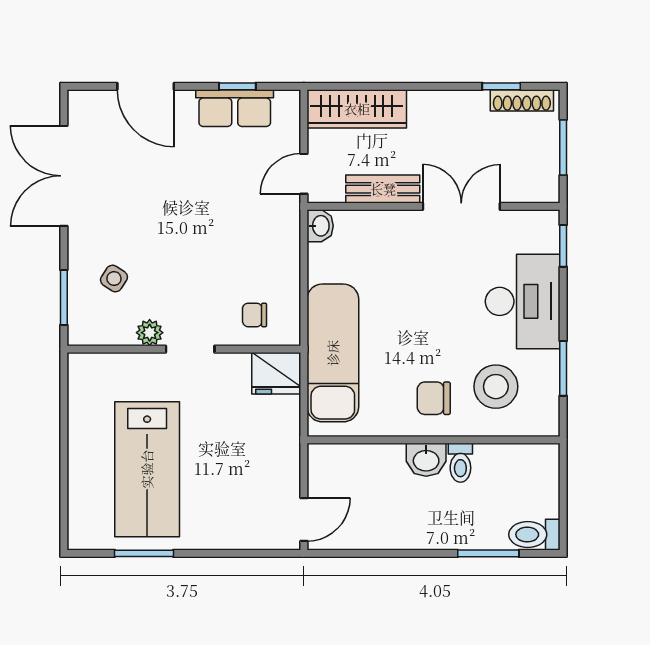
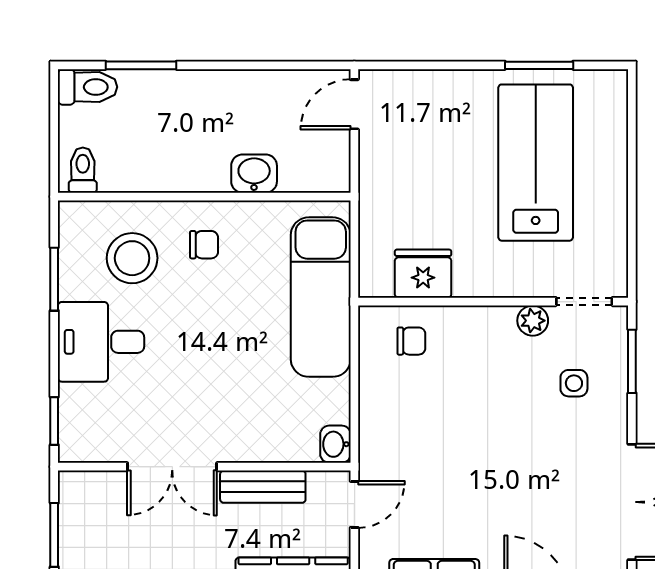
side table: (114, 279) -> (574, 383), turned -33
desk: (523, 301) -> (101, 342), width x0.73
doorway: (190, 349) -> (584, 302), moved
fridge: (276, 373) -> (423, 274), moved
chair: (434, 398) -> (204, 245), width x0.73, depth x0.73
washbasin: (426, 460) -> (254, 174), moved
toilet: (460, 463) -> (83, 170), moved

